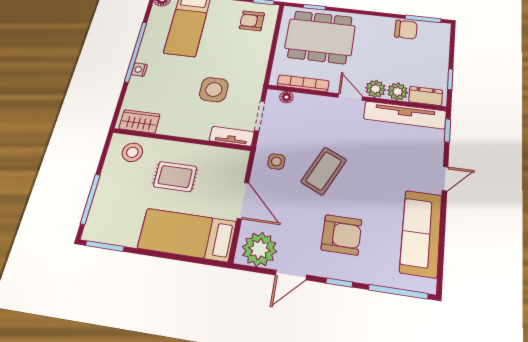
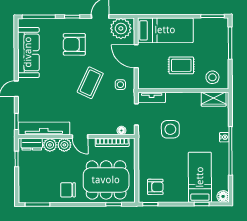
chair: (406, 30) -> (68, 190), moved

